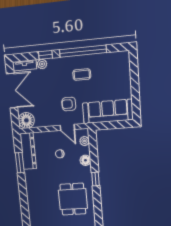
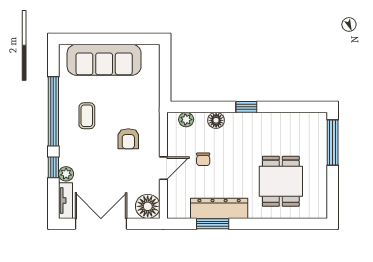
sofa: (108, 111) -> (104, 60), moved, turned -90
door: (67, 127) -> (163, 168), moved
dresser: (28, 151) -> (219, 208), moved
dining table: (73, 199) -> (281, 181), moved, turned 90

